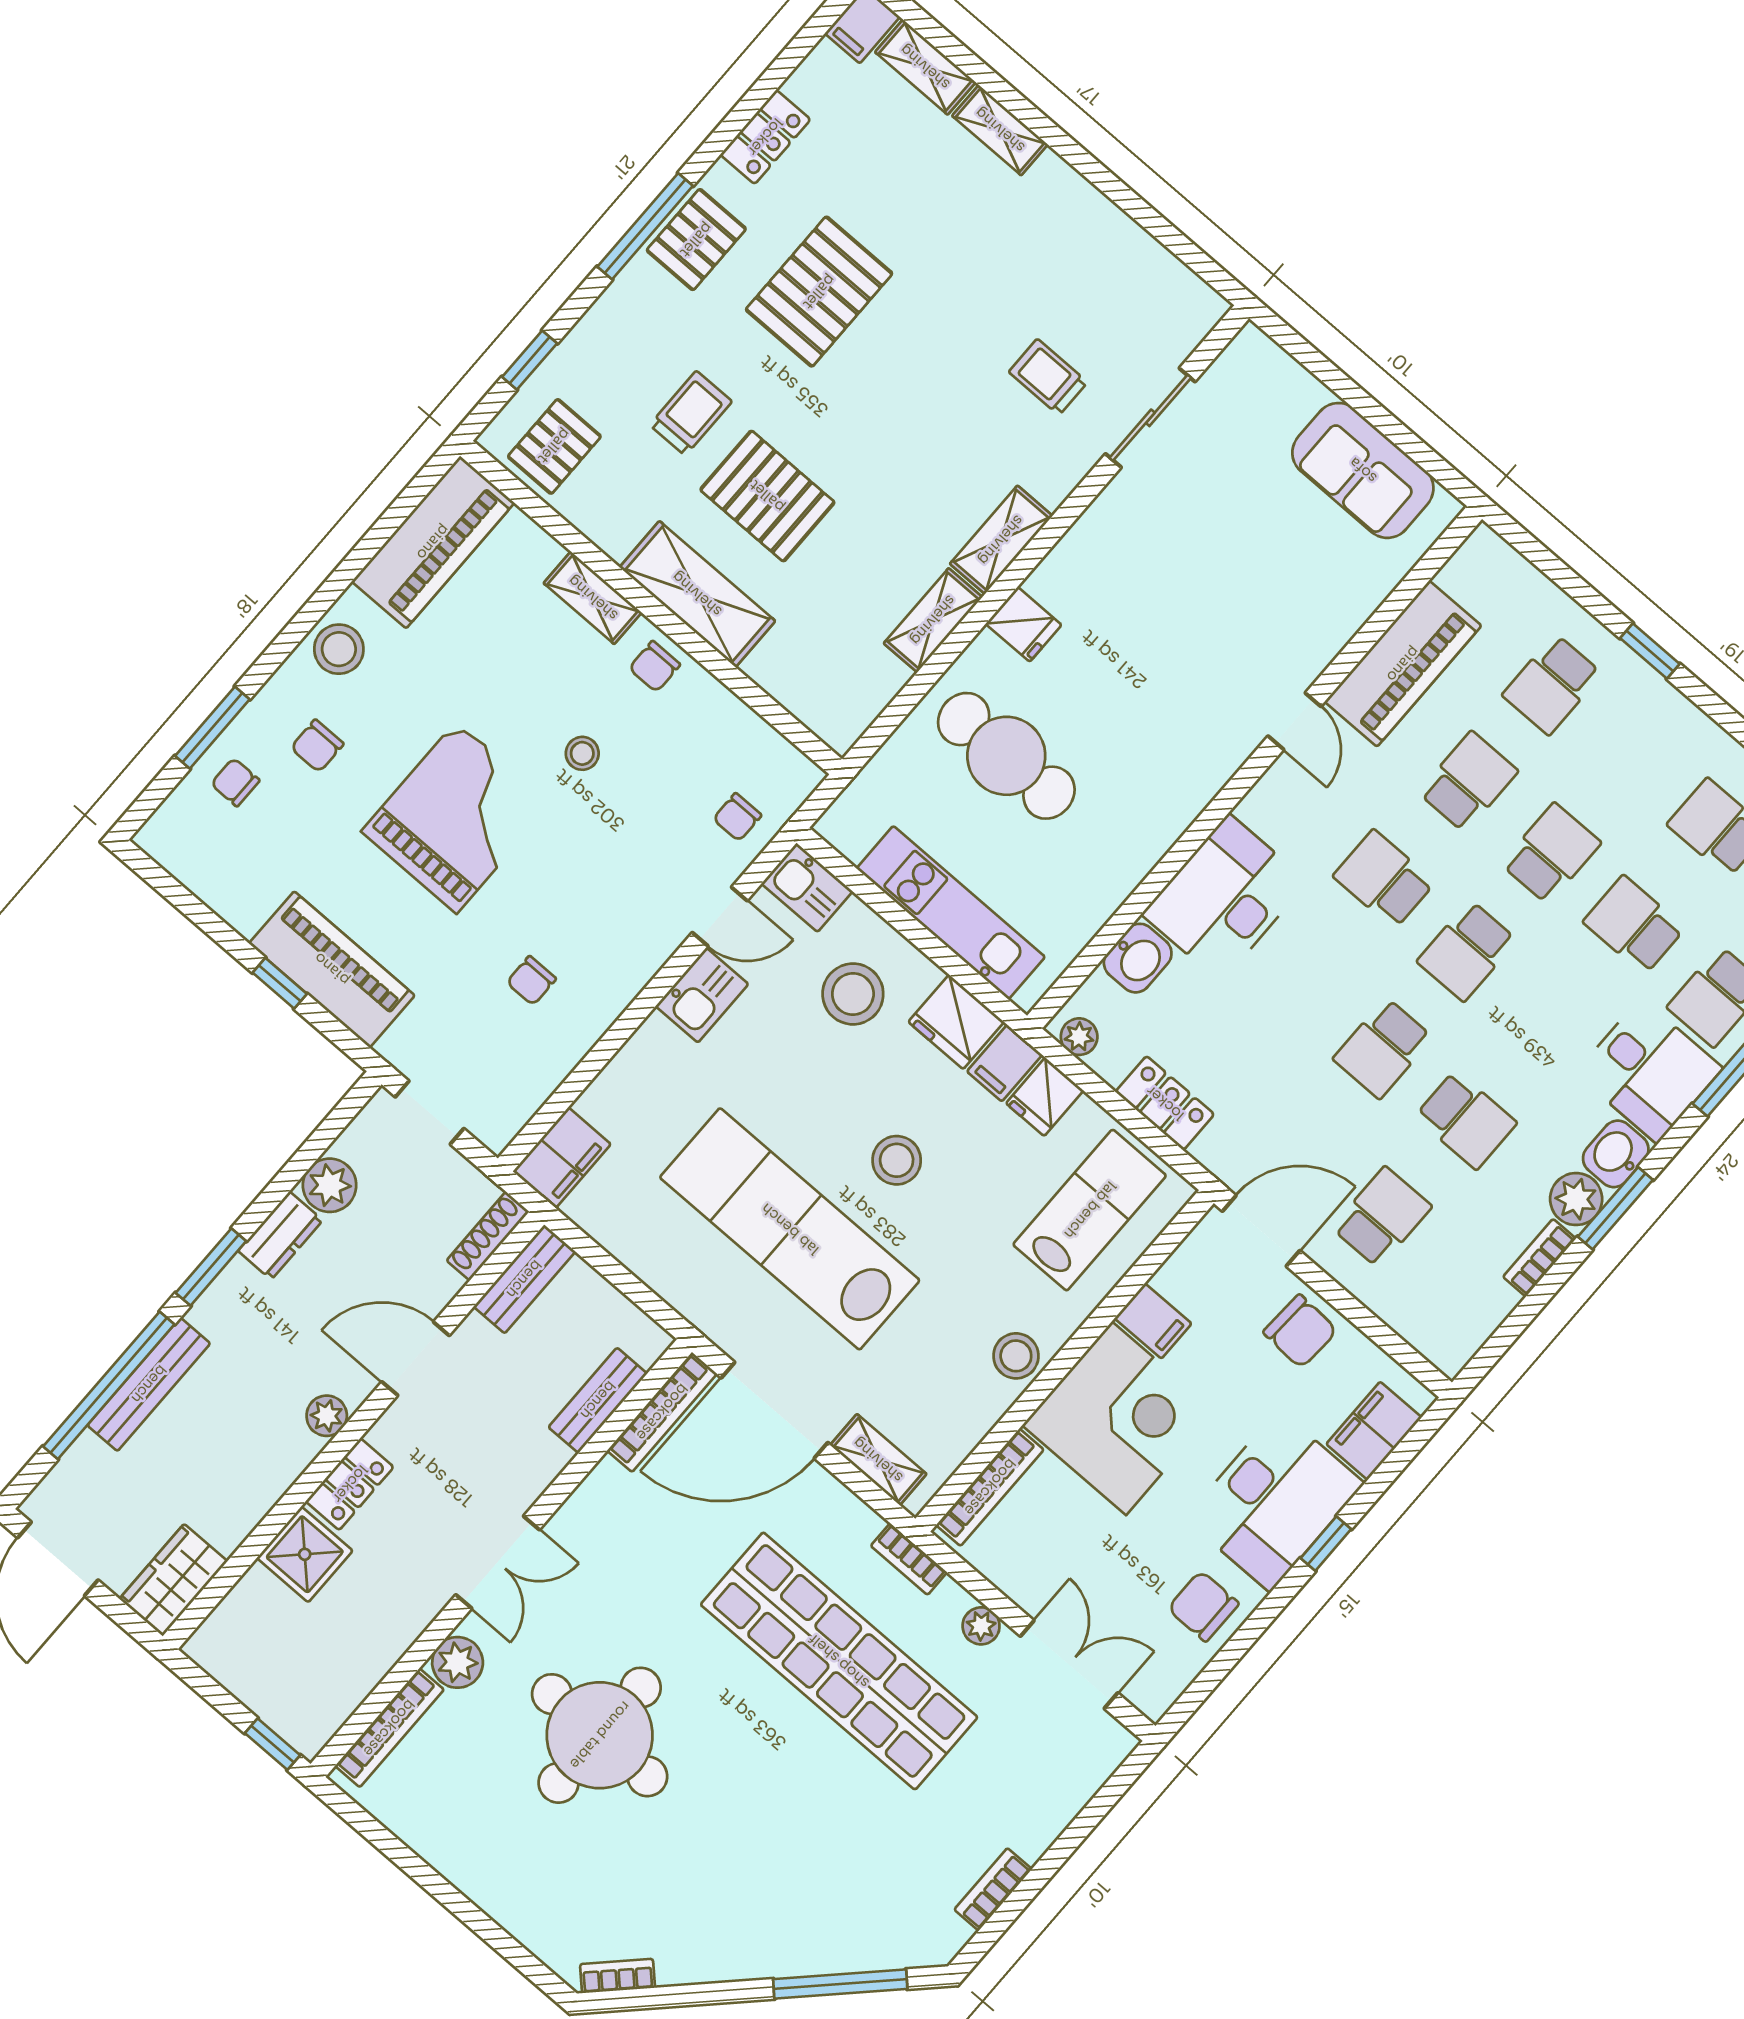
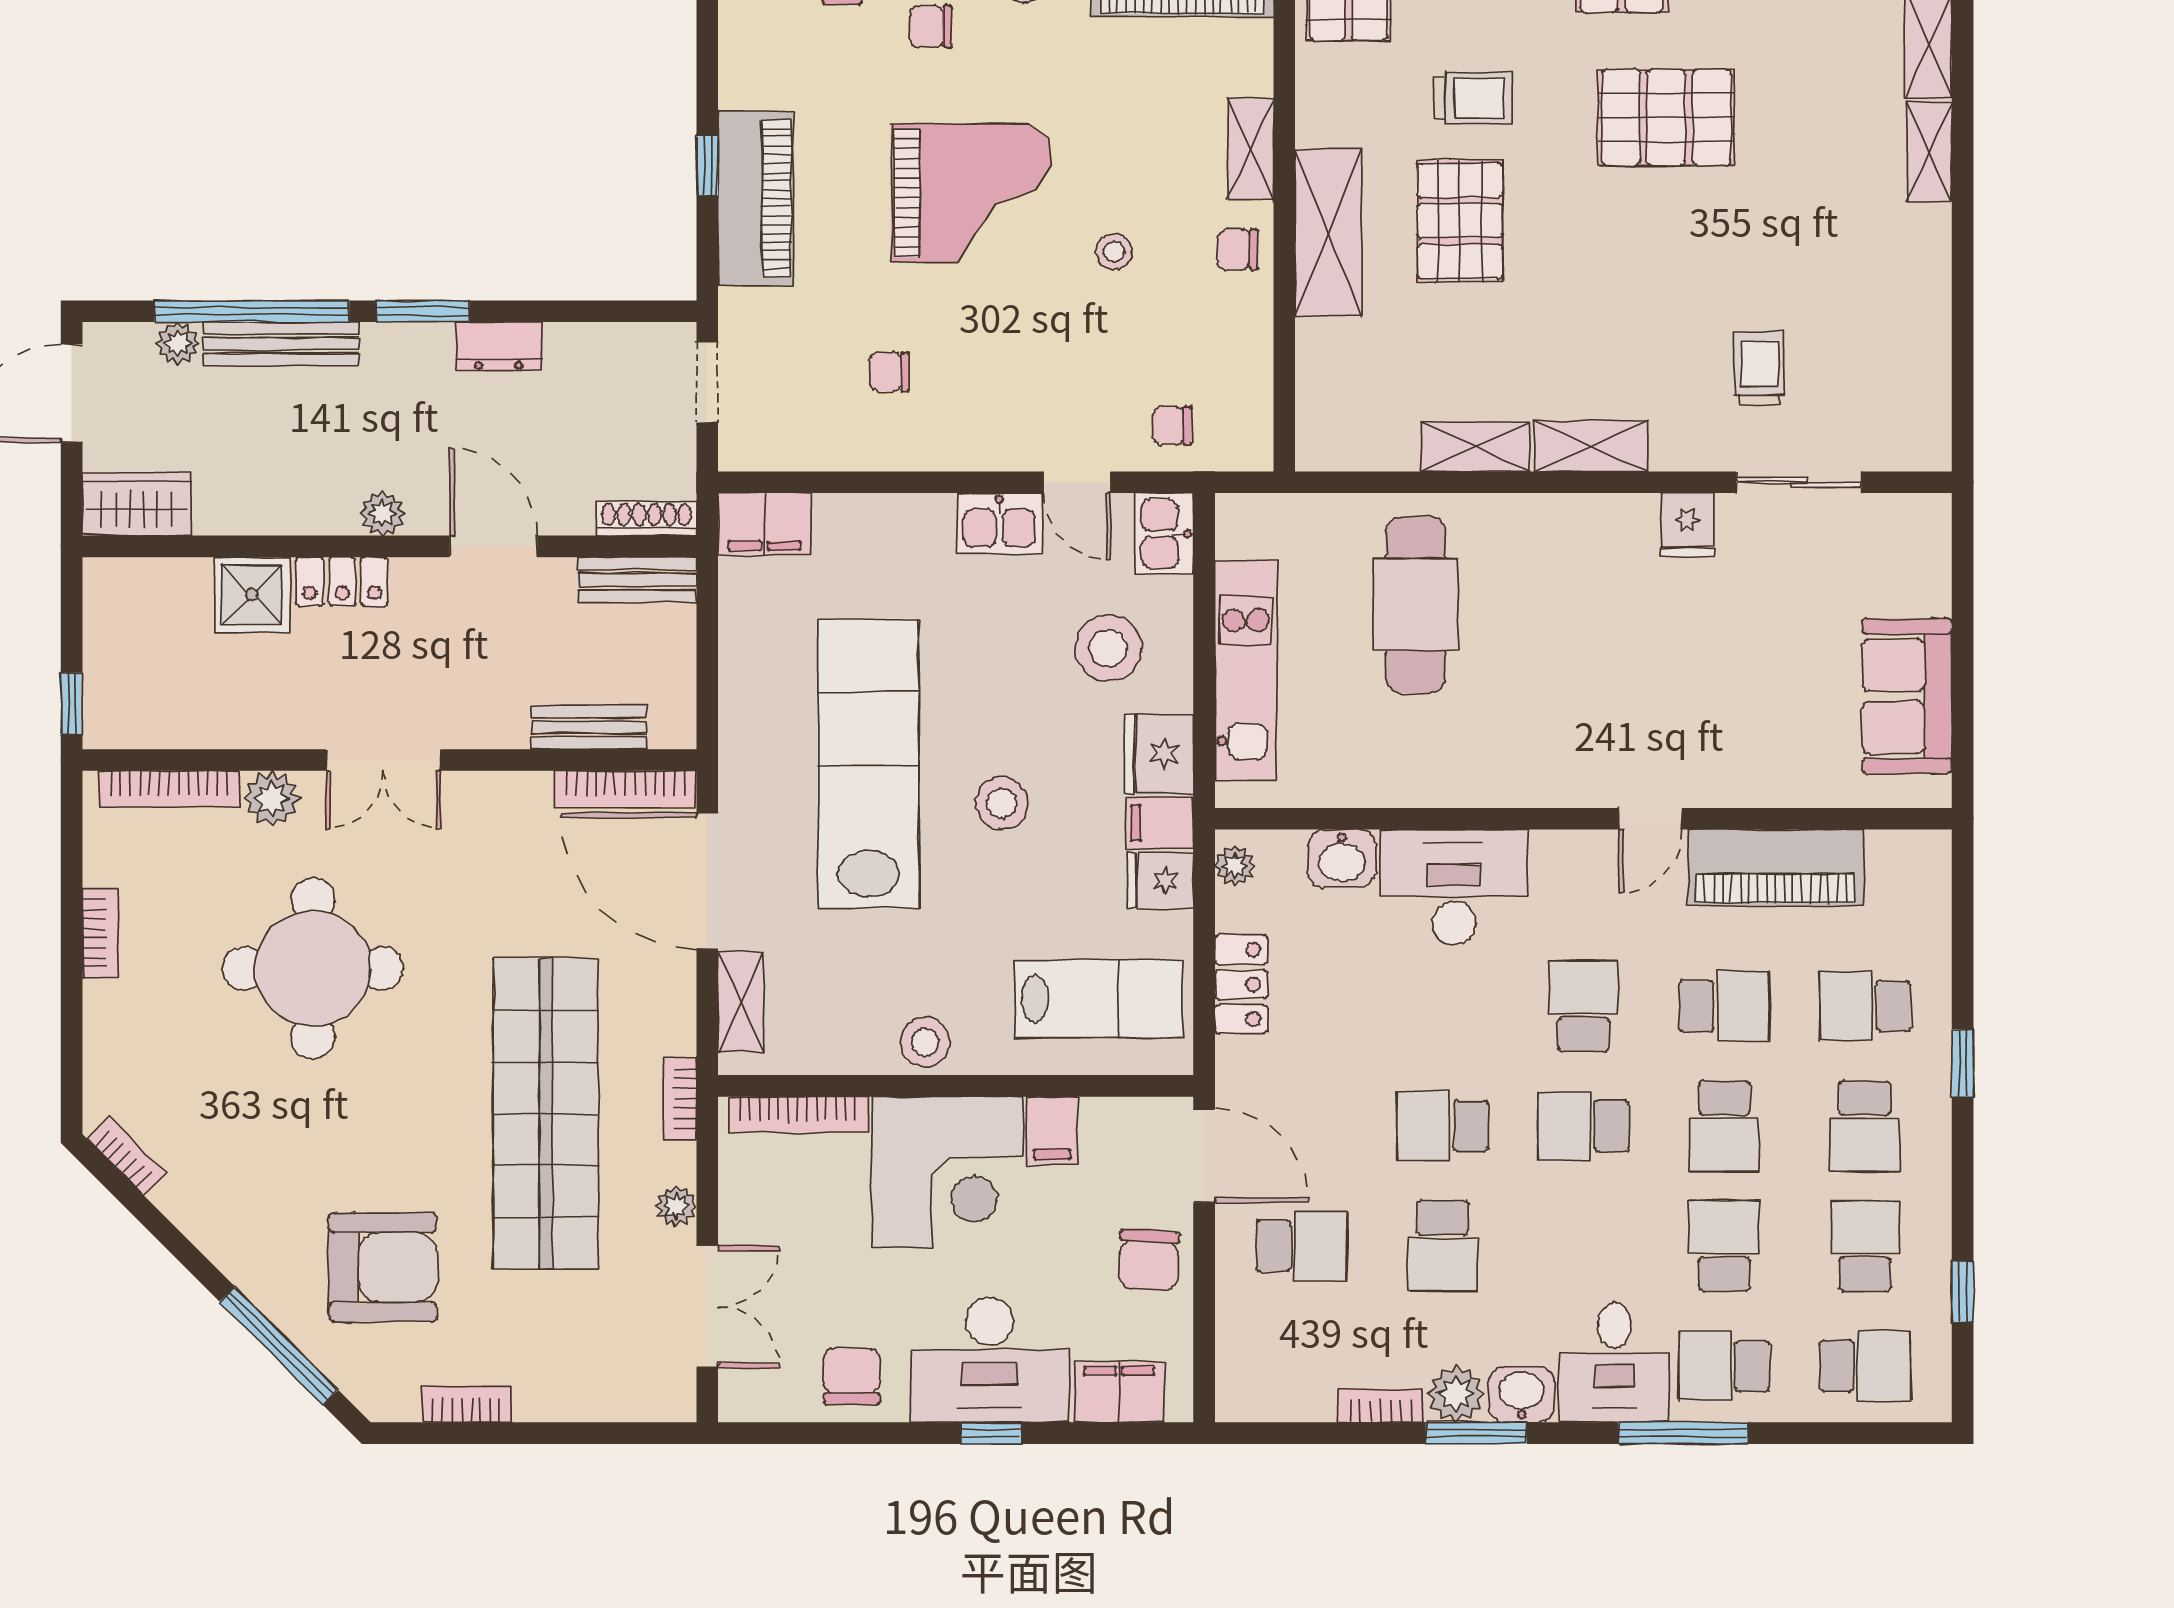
fridge: (1024, 624) -> (1687, 525), moved
school desk: (1635, 756) -> (1865, 1126), added
school desk: (1551, 853) -> (1724, 1126), turned 90
plant: (330, 1185) -> (178, 343), moved, width x0.73, depth x0.73
bookcase: (448, 1862) -> (100, 933), added
armchair: (848, 1866) -> (382, 1267), added

